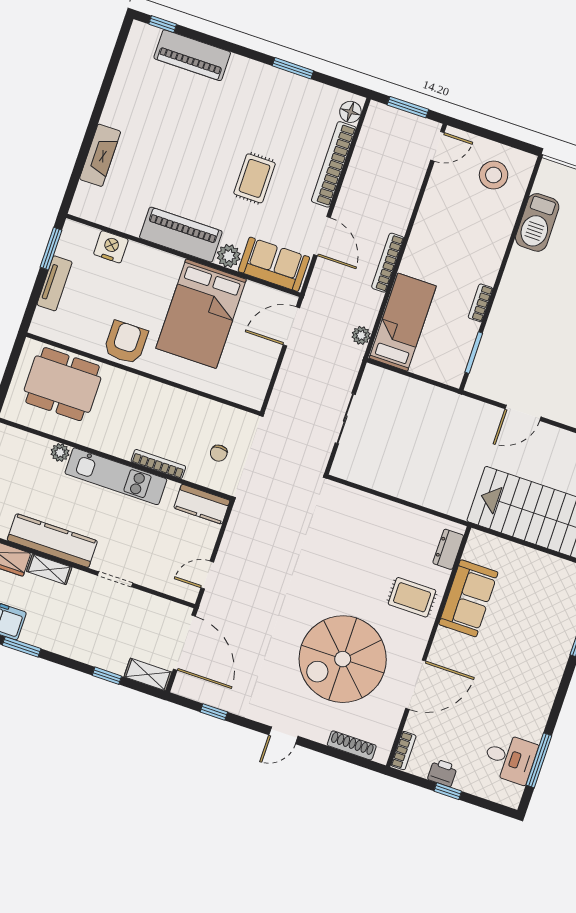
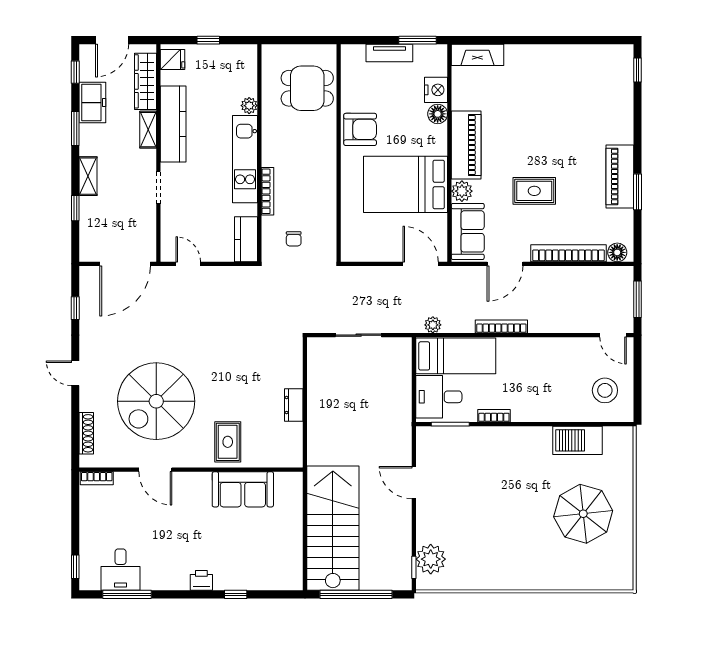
piano: (192, 55) -> (620, 176), moved
fireplace: (100, 155) -> (477, 55), moved
floor lamp: (137, 254) -> (438, 114), added
desk: (440, 355) -> (439, 397), added
dining table: (63, 384) -> (307, 88), width x0.73
chair: (219, 453) -> (294, 239), turned -90
dresser: (448, 549) -> (294, 405), moved, turned -90
spiral stairs: (343, 659) -> (156, 401), turned -90
shelving: (148, 674) -> (88, 176), moved
door: (416, 685) -> (155, 470), width x0.73
printer: (442, 773) -> (201, 580), moved, turned -90
window: (448, 791) -> (75, 567), moved

